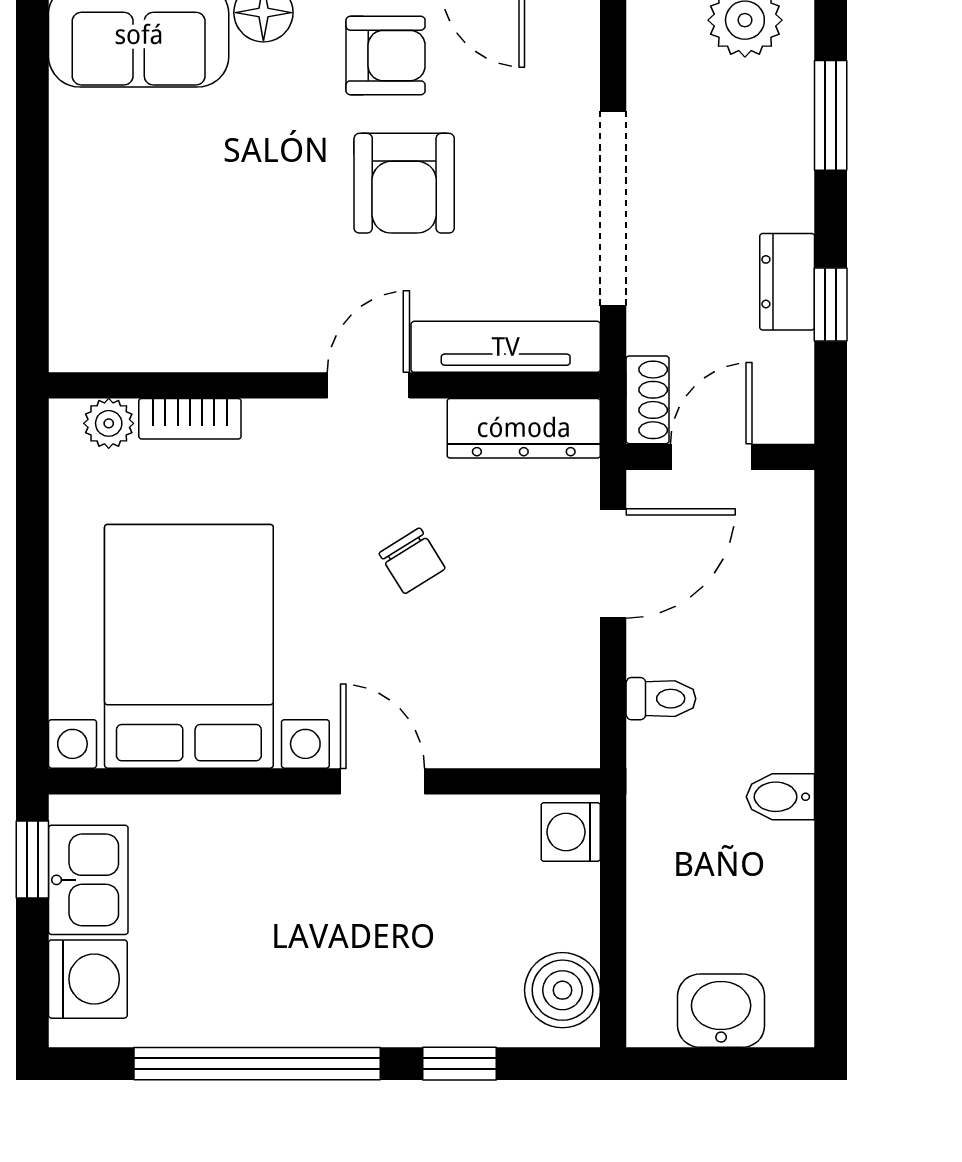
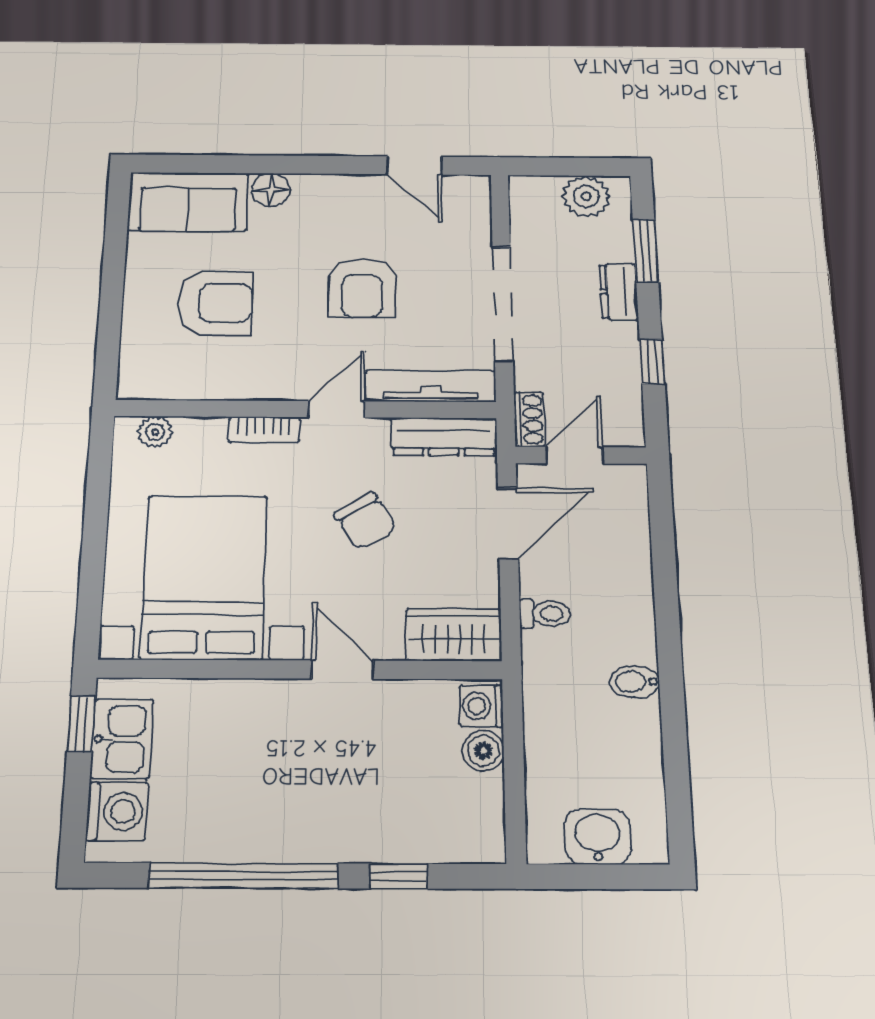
armchair: (386, 56) -> (215, 303), moved, width x1.38, depth x1.38
dresser: (787, 282) -> (619, 292), moved
bookcase: (190, 419) -> (264, 430), moved
chair: (412, 561) -> (366, 521), width x1.37, depth x1.37
wardrobe: (535, 730) -> (454, 635), added
boiler: (562, 990) -> (483, 751), moved, width x0.73, depth x0.73

